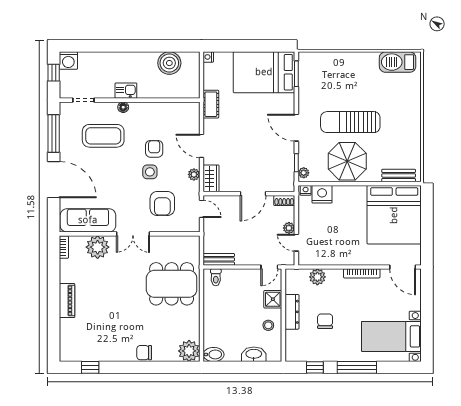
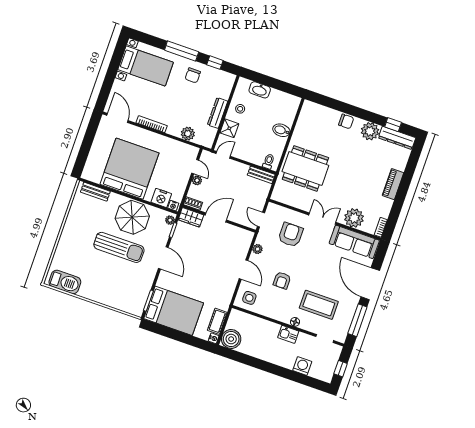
washing machine: (68, 61) -> (302, 366), moved
boiler: (169, 63) -> (231, 339), moved
cot: (211, 104) -> (217, 321), moved
side table: (150, 172) -> (249, 298), moved
wardrobe: (211, 178) -> (191, 217), moved, turned -90
bed: (394, 215) -> (129, 169), moved
chair: (325, 321) -> (193, 75), moved
plant: (189, 351) -> (370, 131), moved
dresser: (81, 354) -> (397, 138), added
bidet: (214, 354) -> (281, 130), moved

